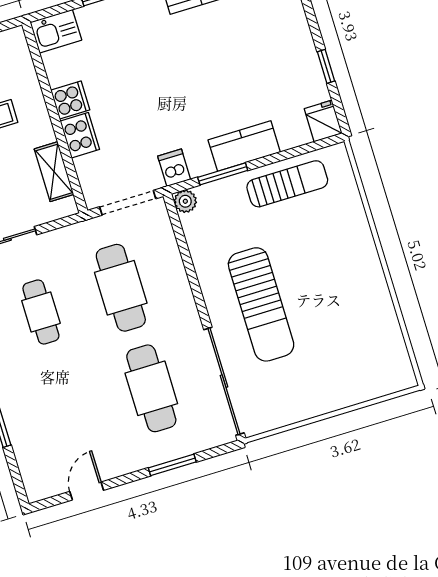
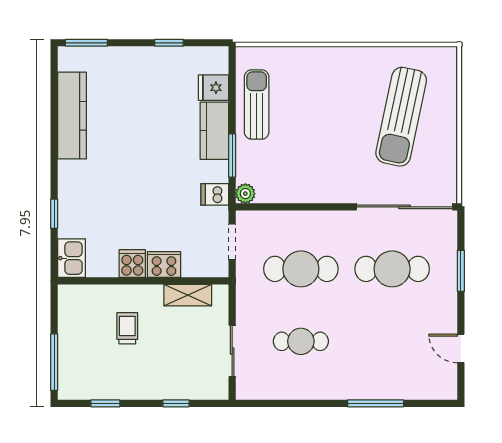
fridge: (323, 121) -> (213, 88), moved
doorway: (128, 203) -> (232, 242), width x0.73
sun lounger: (261, 304) -> (401, 117), moved, turned 102

